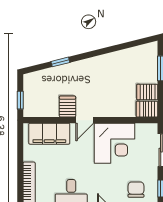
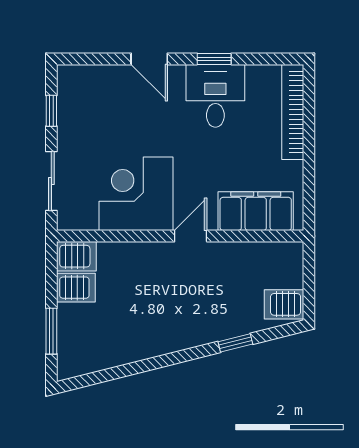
window: (20, 100) -> (309, 273), removed
server rack: (68, 107) -> (284, 304), moved, turned 90
chair: (136, 190) -> (97, 109), removed

